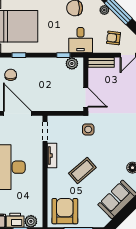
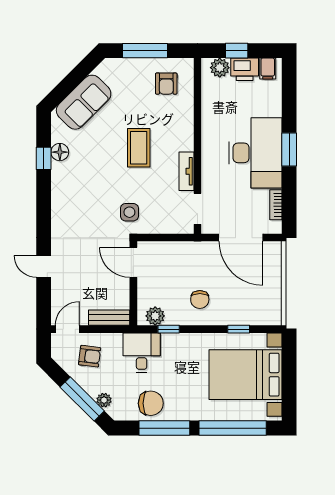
chair: (11, 75) -> (200, 300), moved
coffee table: (82, 170) -> (139, 148), turned -49
armchair: (65, 211) -> (166, 84), width x0.53, depth x0.53

